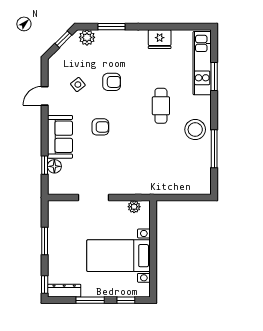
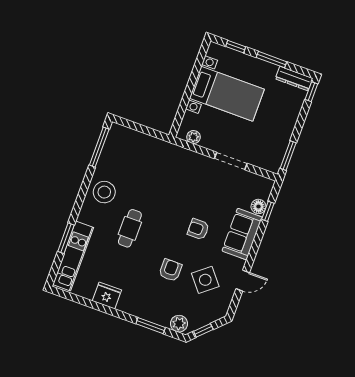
armchair: (112, 82) -> (170, 270), turned 90
side table: (78, 85) -> (205, 280), width x1.87, depth x1.87
window: (214, 149) -> (99, 147), moved
window: (45, 241) -> (288, 156), moved

